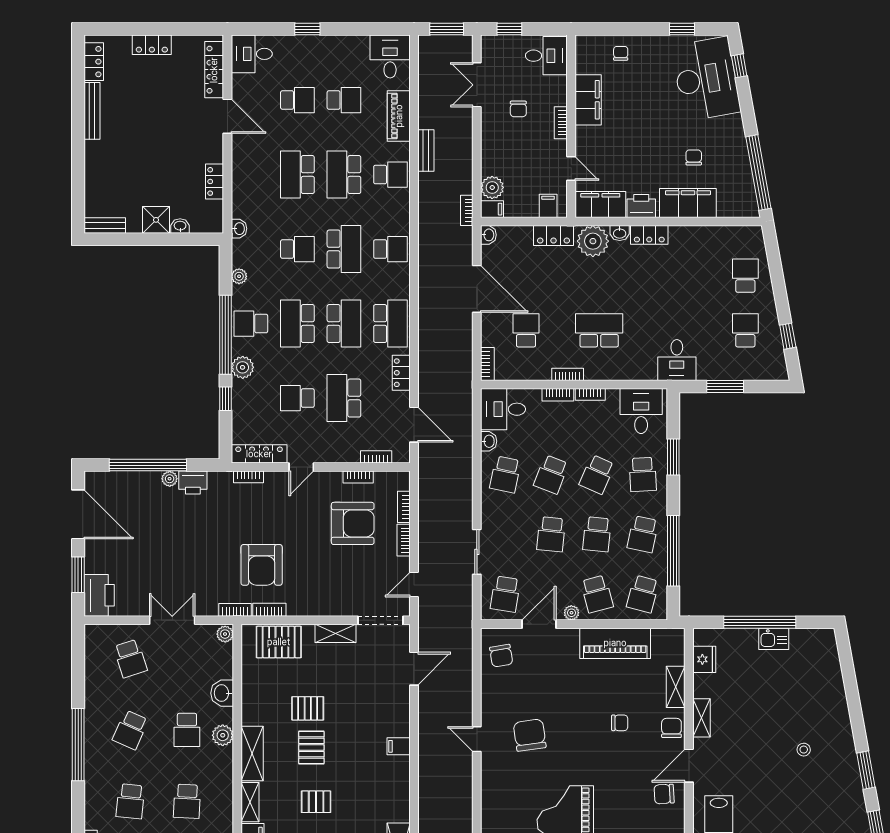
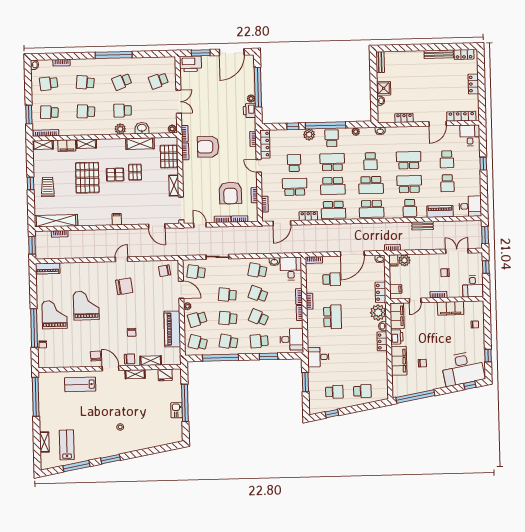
school desk: (390, 249) -> (372, 209), width x1.85
school desk: (130, 730) -> (122, 82), turned -45
shelving: (252, 753) -> (140, 144), moved
pallet: (316, 802) -> (87, 178), width x2.05, depth x2.00

